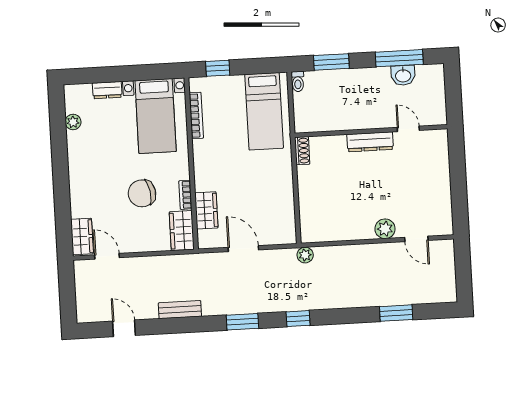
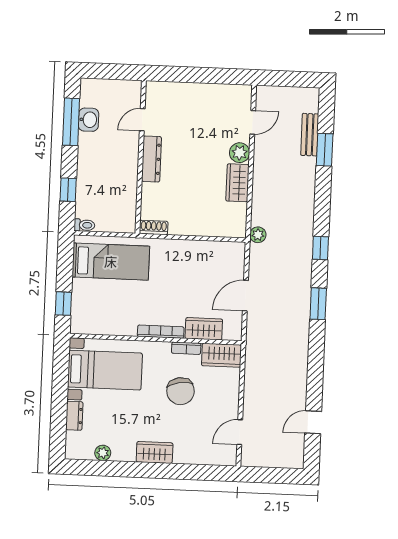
window: (331, 62) -> (68, 190), width x0.67
bookcase: (196, 115) -> (161, 332), moved
wardrobe: (355, 230) -> (237, 183), added
wardrobe: (82, 237) -> (155, 452), moved
bench: (180, 310) -> (310, 135), moved

